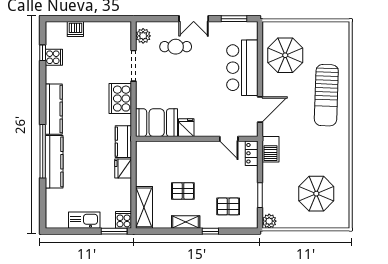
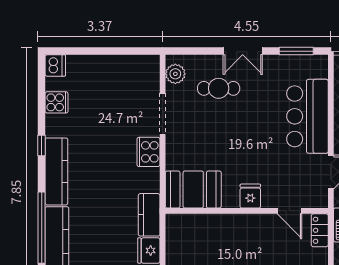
dishwasher: (75, 29) -> (55, 66), moved, turned -90
window: (43, 53) -> (42, 145), moved
cooker: (120, 99) -> (148, 152), width x0.73, depth x0.76
fridge: (186, 128) -> (250, 196), moved

